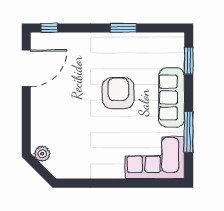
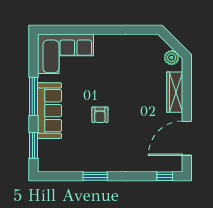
armchair: (118, 93) -> (100, 115), width x0.53, depth x0.53
wardrobe: (39, 117) -> (175, 92), added
window: (189, 132) -> (33, 96), moved

